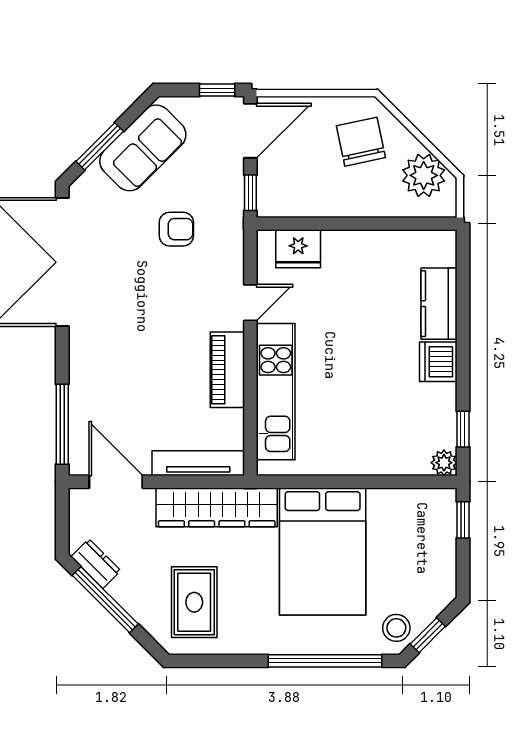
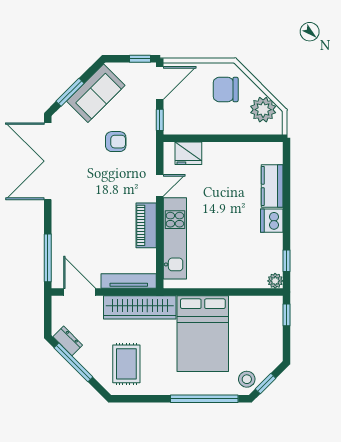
chair: (361, 142) -> (226, 89), turned -78

